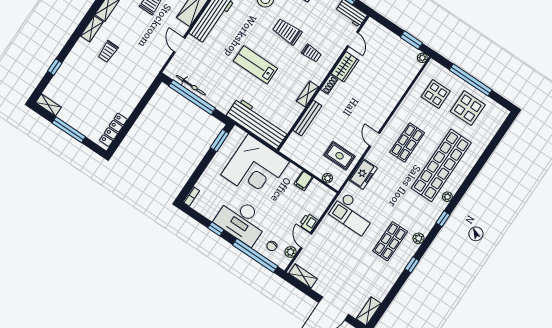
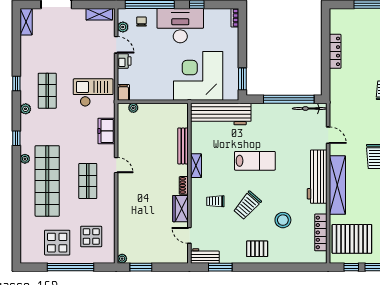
trolley: (287, 32) -> (247, 205), turned 131
bicycle: (191, 85) -> (310, 109), moved
locker: (113, 130) -> (335, 51), moved
rug: (340, 156) -> (136, 133), removed
filing cabinet: (304, 181) -> (123, 92), moved

